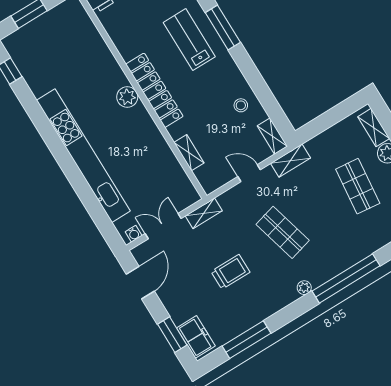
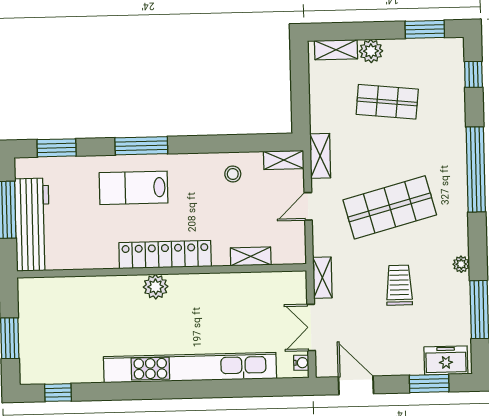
shop shelf: (283, 232) -> (390, 207), width x1.43, depth x1.36
plant: (304, 288) -> (461, 264), moved

